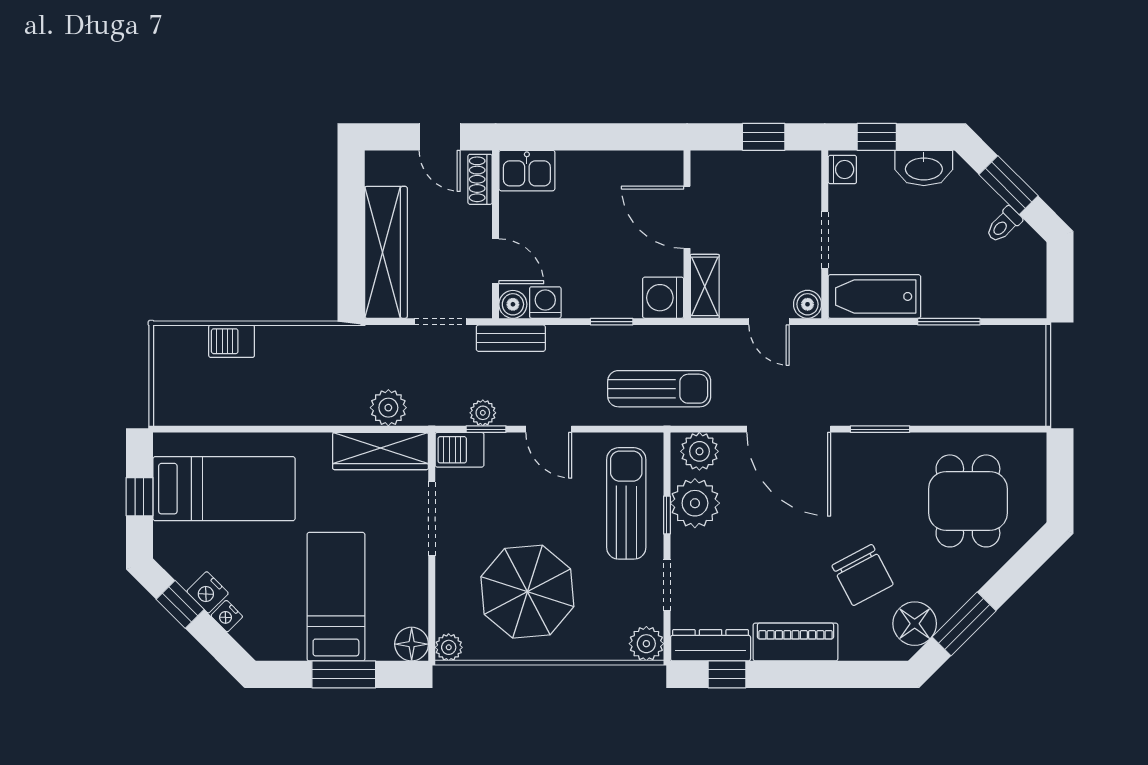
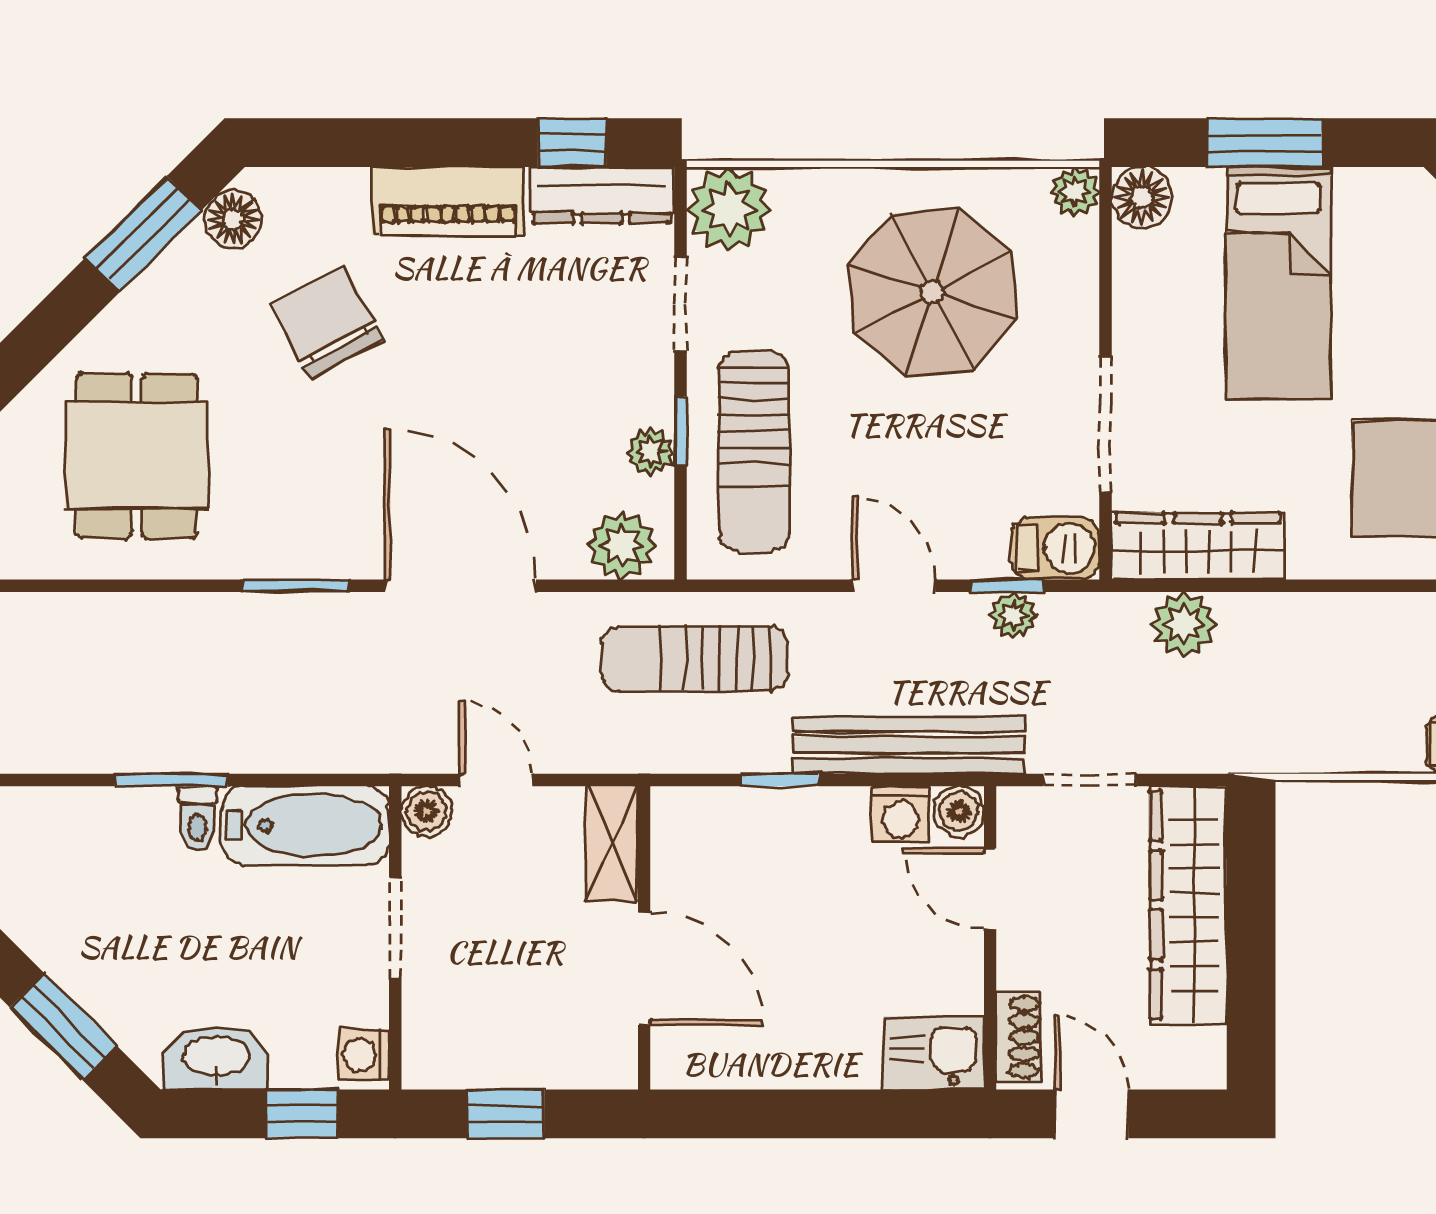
toilet: (1004, 225) -> (197, 819), moved, turned 135
washing machine: (663, 298) -> (687, 823), removed
bench: (511, 338) -> (909, 745), width x1.86, depth x1.21
plant: (695, 503) -> (651, 452), width x0.53, depth x0.53
floor lamp: (915, 624) -> (233, 219), width x0.73, depth x0.73
plant: (646, 644) -> (729, 209), width x1.36, depth x1.36

